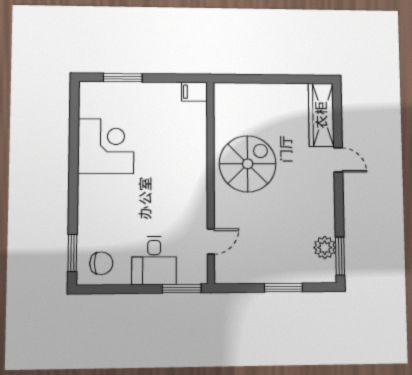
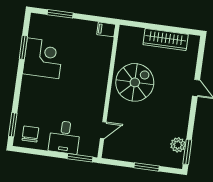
wardrobe: (321, 115) -> (166, 39), moved, turned -90
window: (74, 134) -> (23, 47), added
chair: (101, 263) -> (30, 134), turned -90

